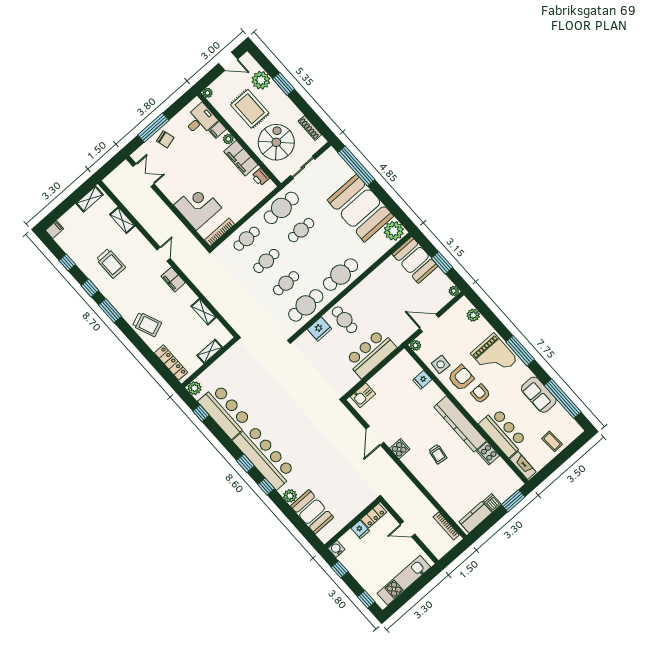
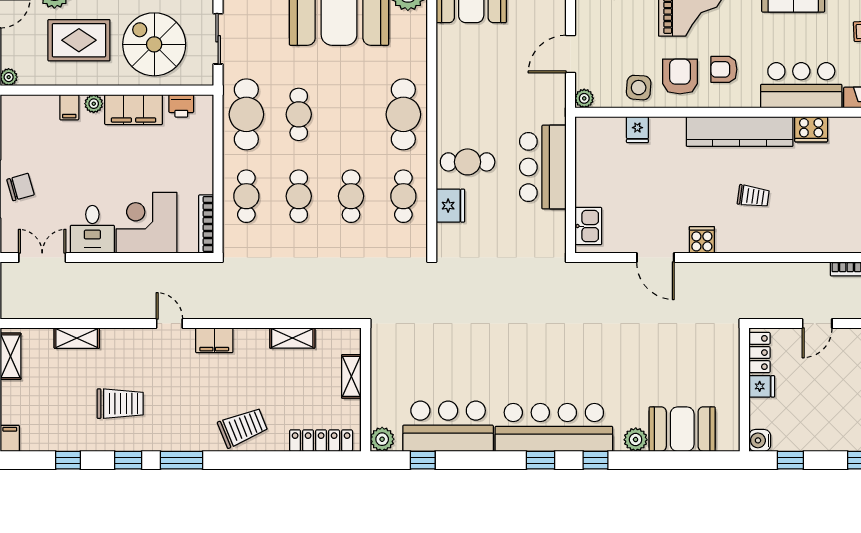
desk: (200, 120) -> (92, 229), moved, turned 180
cafe table: (306, 305) -> (403, 196), width x0.73, depth x0.74

